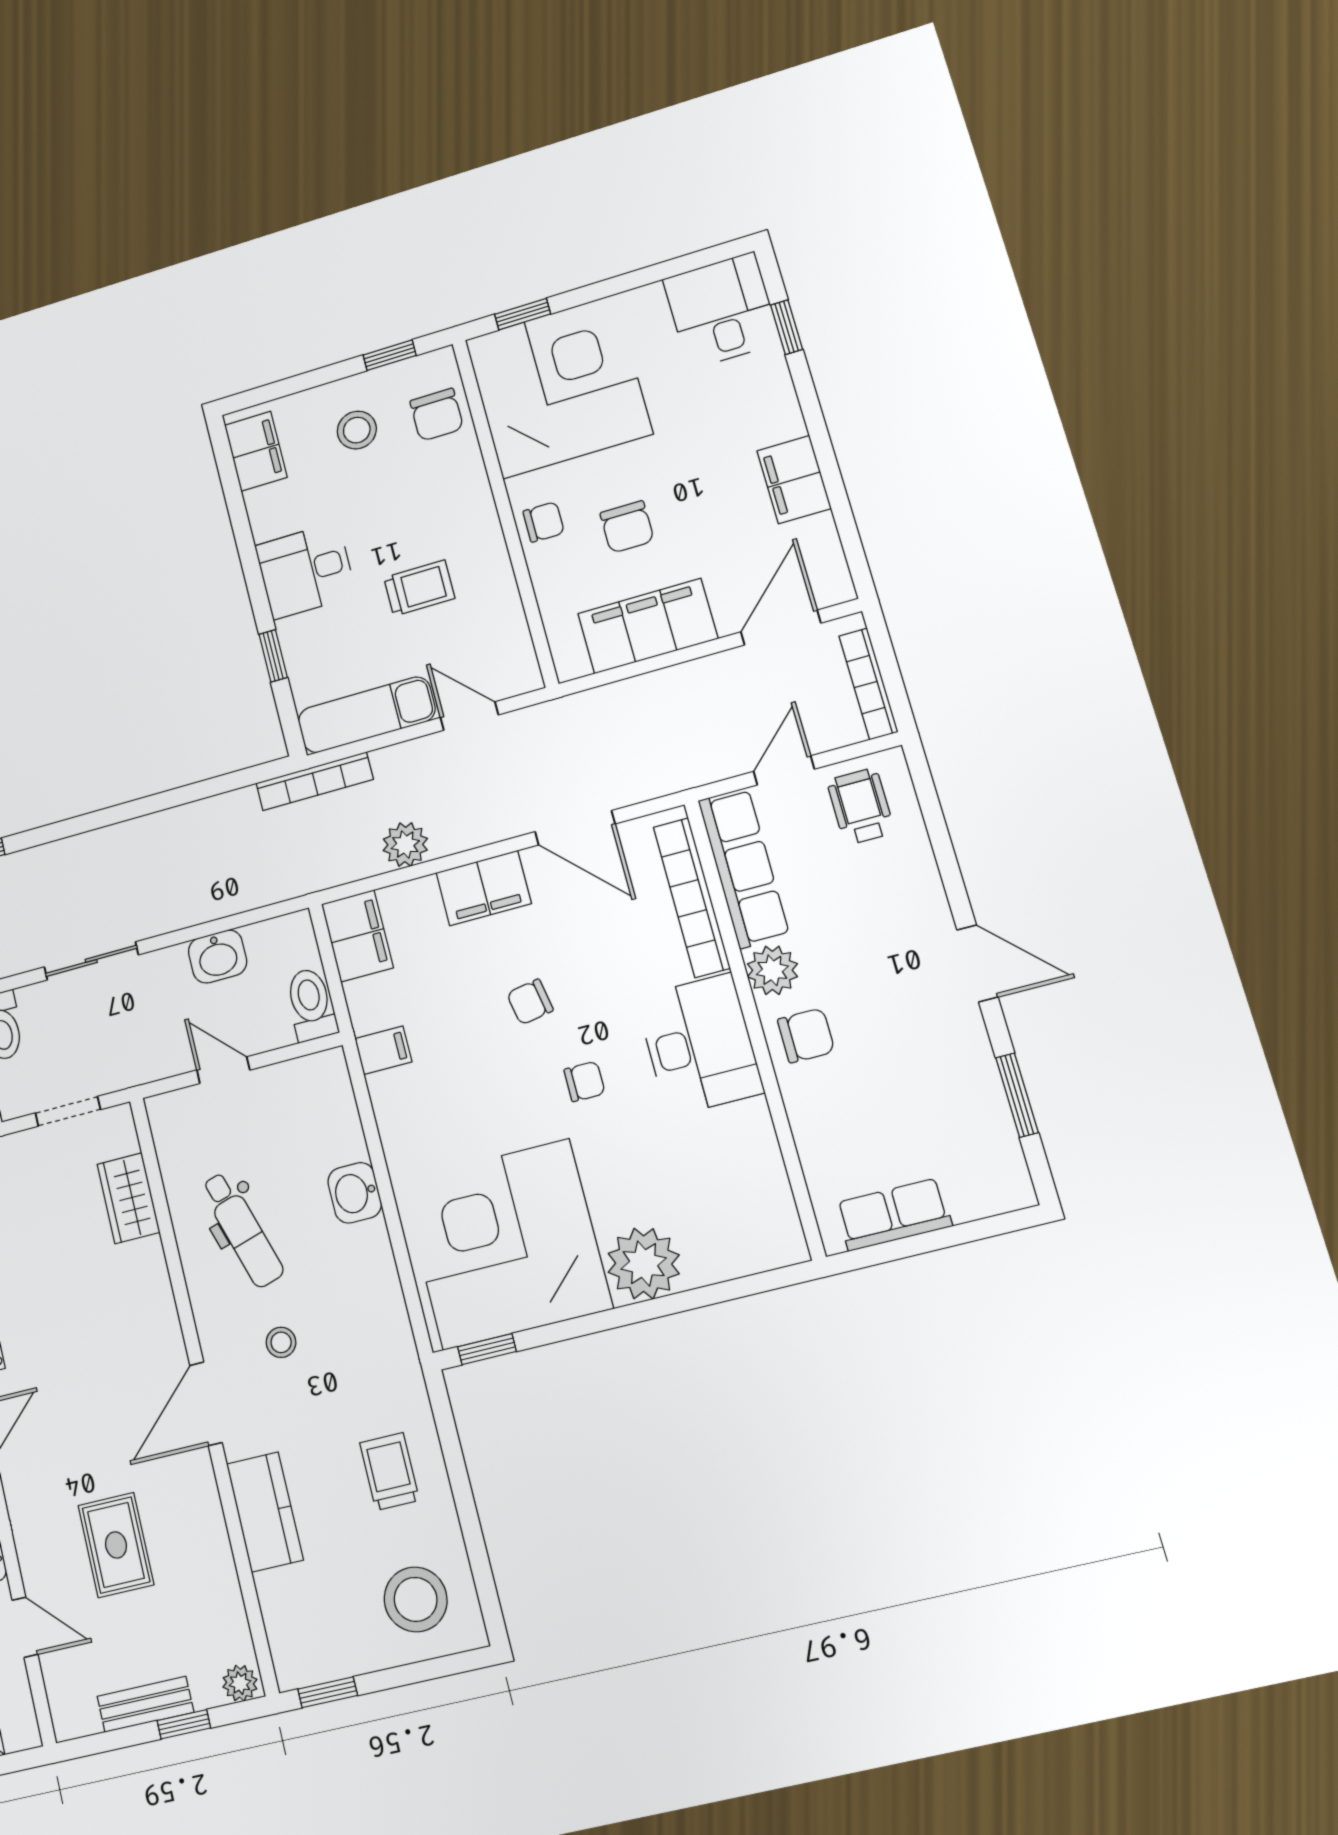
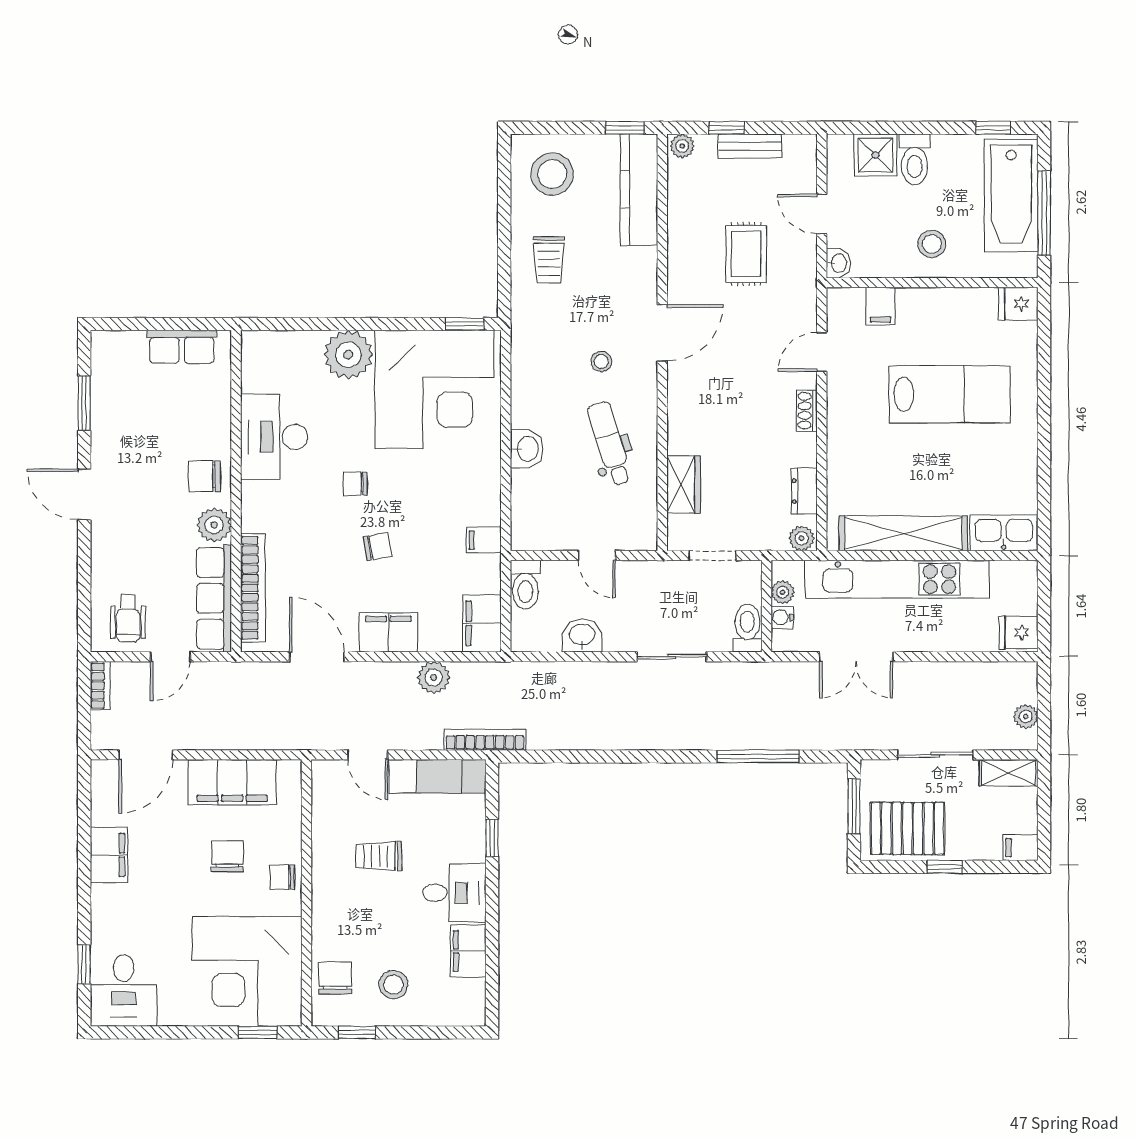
filing cabinet: (256, 451) -> (468, 951), moved
bookcase: (868, 684) -> (100, 686), width x0.64
desk: (700, 1045) -> (274, 437), moved
kitchen counter: (265, 1512) -> (639, 190), moved, width x1.50

